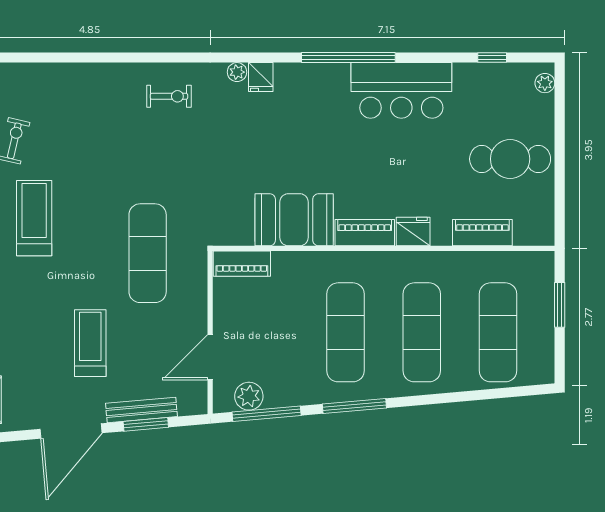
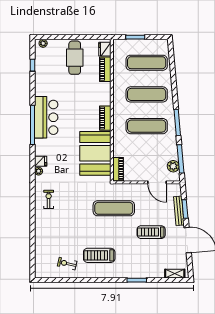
bar counter: (401, 90) -> (46, 117), moved
booth: (294, 220) -> (95, 153), width x1.36, depth x1.42
fridge: (413, 231) -> (105, 49), moved

